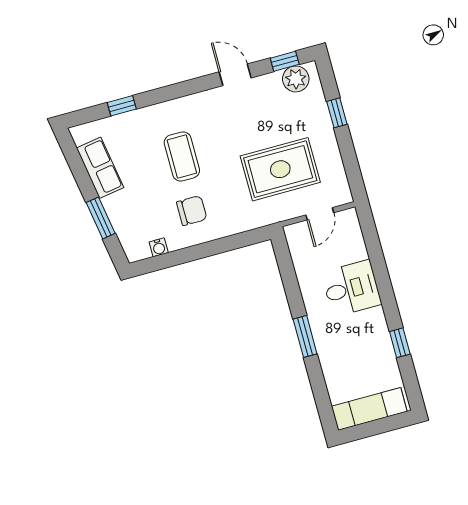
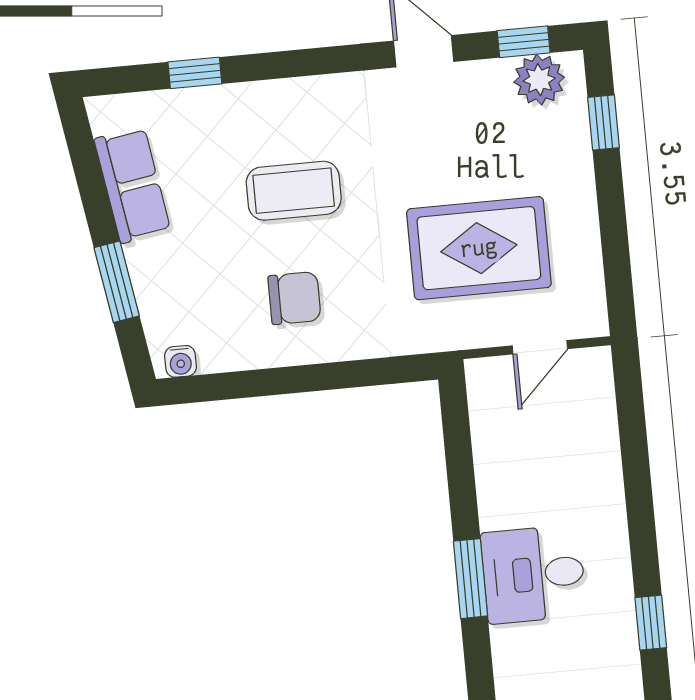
window: (337, 113) -> (603, 122), moved
coffee table: (182, 156) -> (294, 191), turned 90
water cooler: (159, 247) -> (180, 361), moved
desk: (351, 288) -> (534, 574), moved, turned 180

